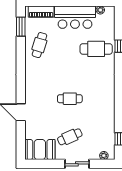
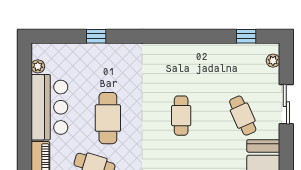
cafe table: (96, 49) -> (108, 118), moved

